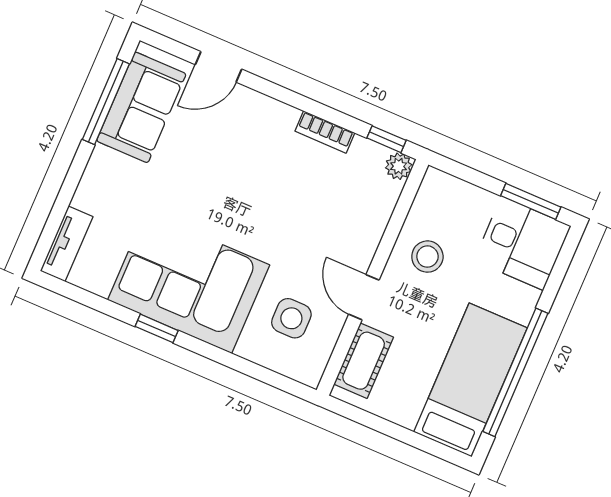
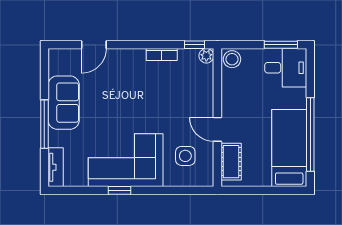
window: (106, 102) -> (44, 124), moved
sofa: (141, 107) -> (64, 103), moved
stool: (427, 257) -> (232, 59), moved

